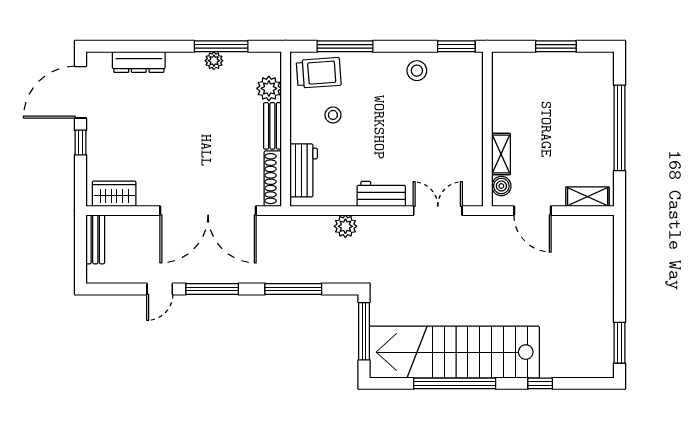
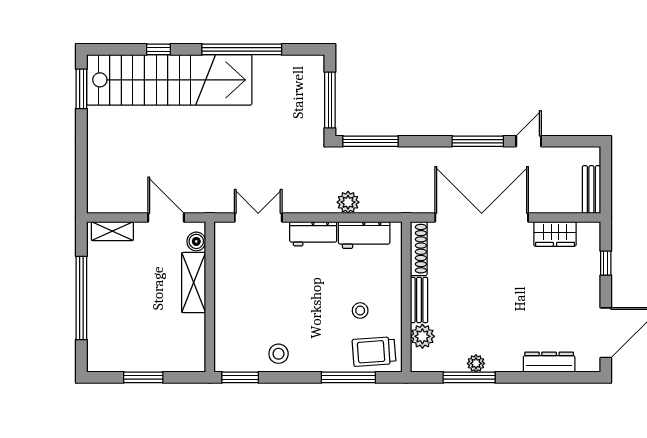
window: (81, 142) -> (606, 263), moved
shelving: (501, 154) -> (194, 283), width x1.50, depth x1.33
workbench: (304, 170) -> (364, 235), moved, turned -90
wardrobe: (114, 194) -> (555, 234), moved
double door: (438, 211) -> (258, 218), swing flipped
window: (293, 289) -> (371, 141), moved
stairs: (454, 352) -> (169, 80), moved

